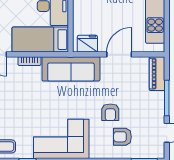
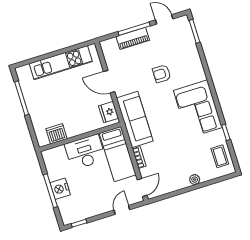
piano: (157, 74) -> (133, 38), moved
armchair: (110, 112) -> (162, 74), turned 180
armchair: (122, 137) -> (180, 57), removed

